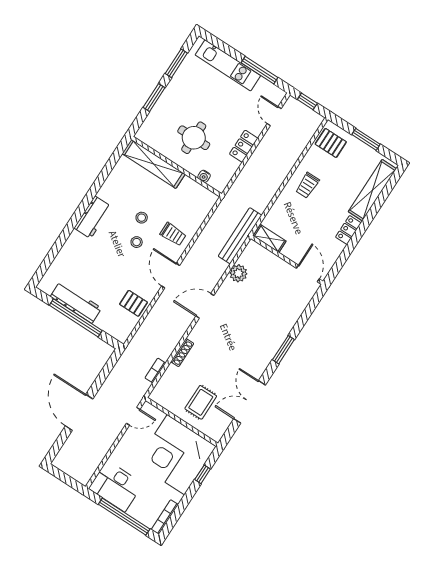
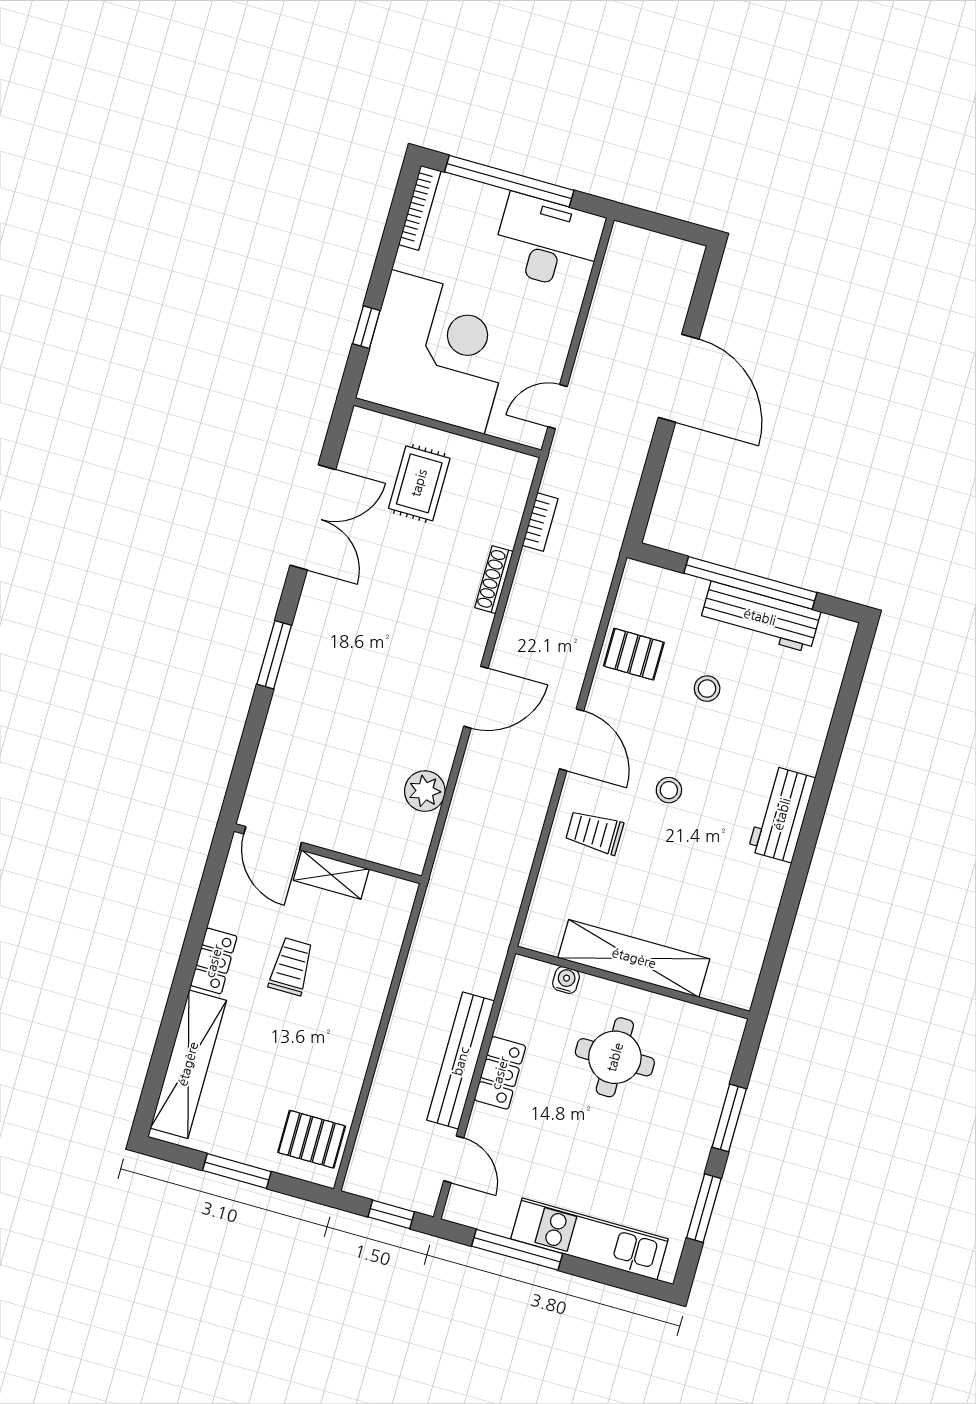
shelving: (154, 164) -> (634, 958), moved
trolley: (307, 185) -> (291, 966), moved
stool: (142, 218) -> (707, 689), moved
bench: (240, 236) -> (461, 1061), moved
shelving: (270, 238) -> (331, 875), moved

